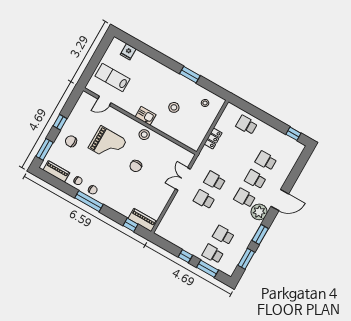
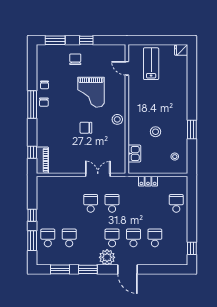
fridge: (128, 52) -> (181, 50), moved
kitchen sink: (146, 116) -> (134, 154), moved
piano: (56, 171) -> (42, 61), removed

